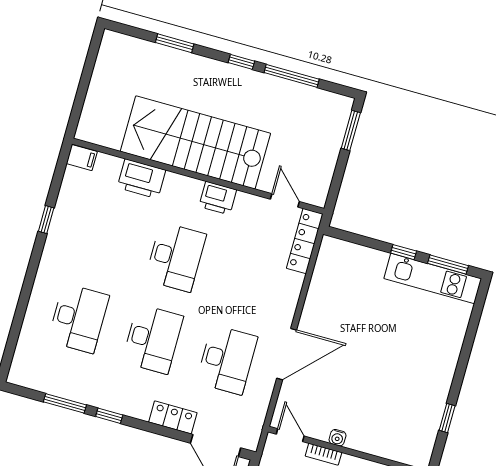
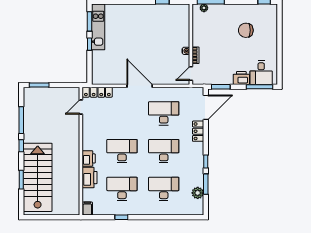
stairs: (195, 142) -> (38, 177), moved, turned 180
printer: (218, 198) -> (89, 158), moved
desk: (101, 236) -> (122, 189), added
door: (287, 354) -> (140, 86), moved
plant: (52, 383) -> (198, 193), added

